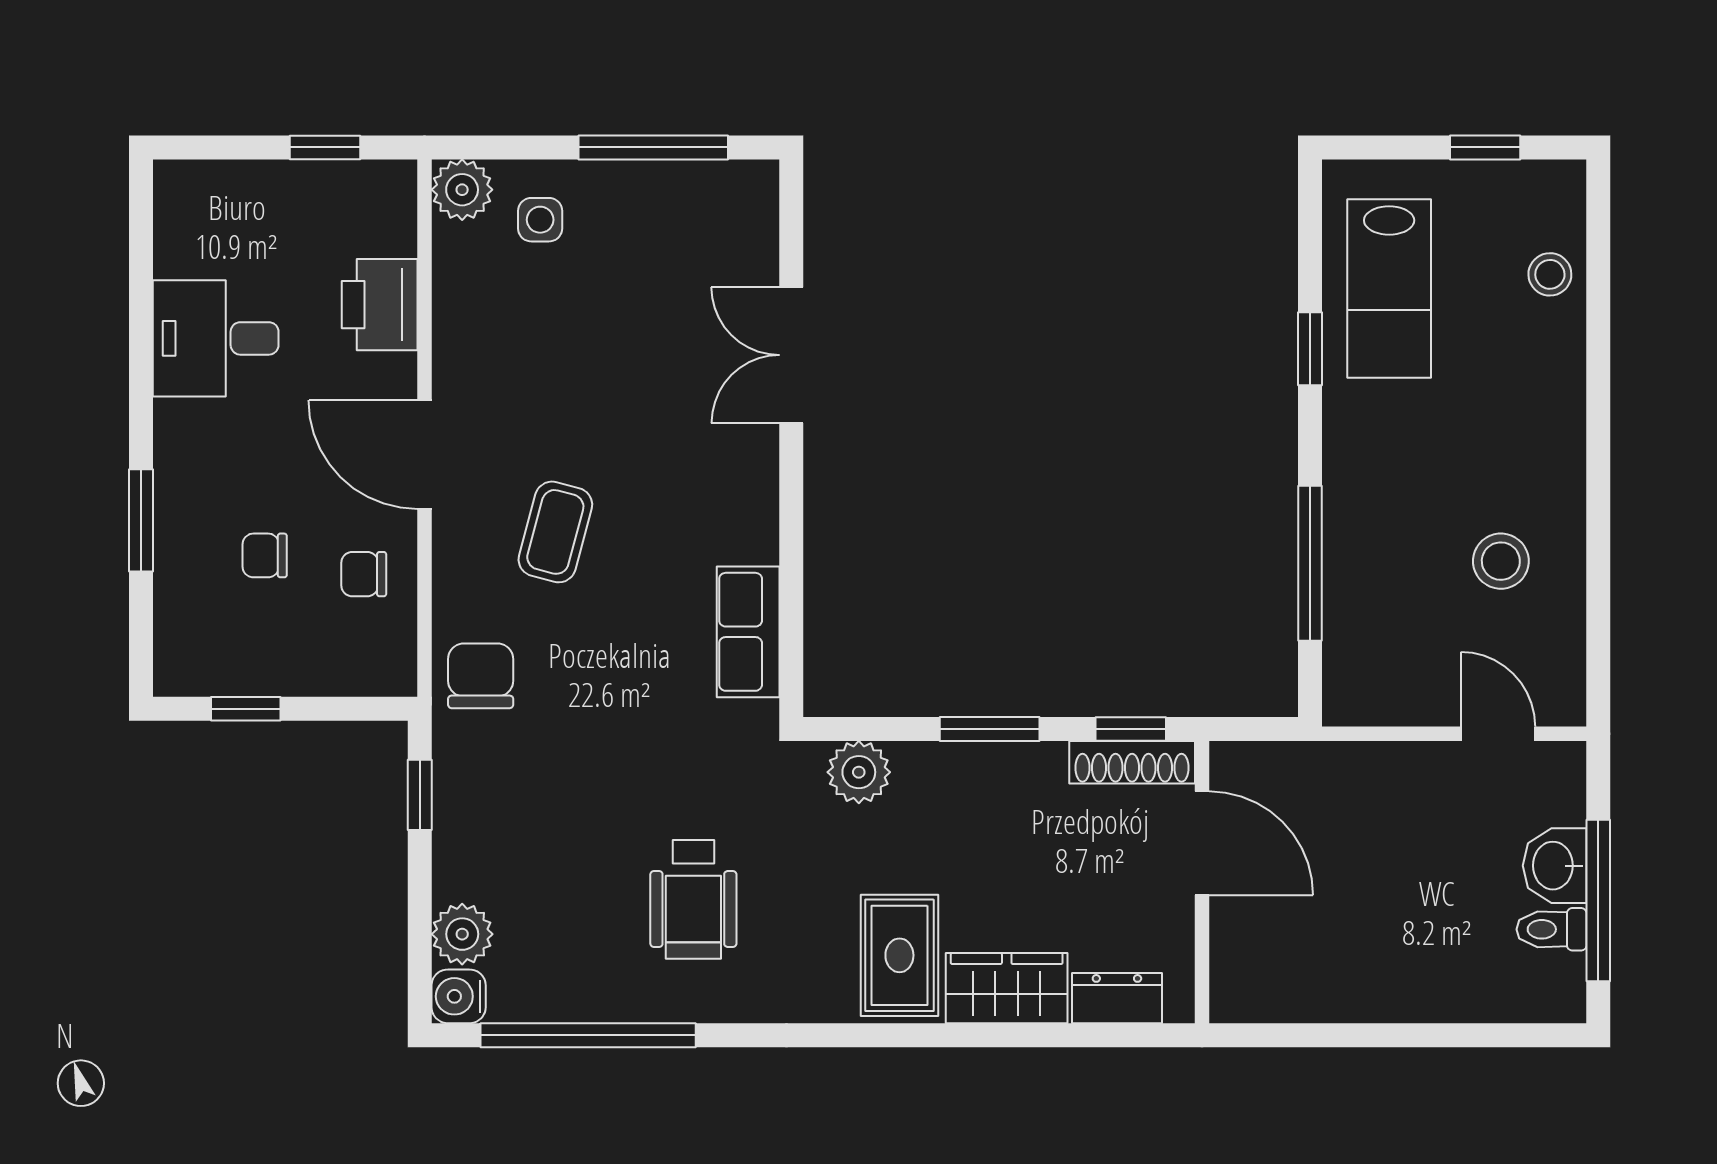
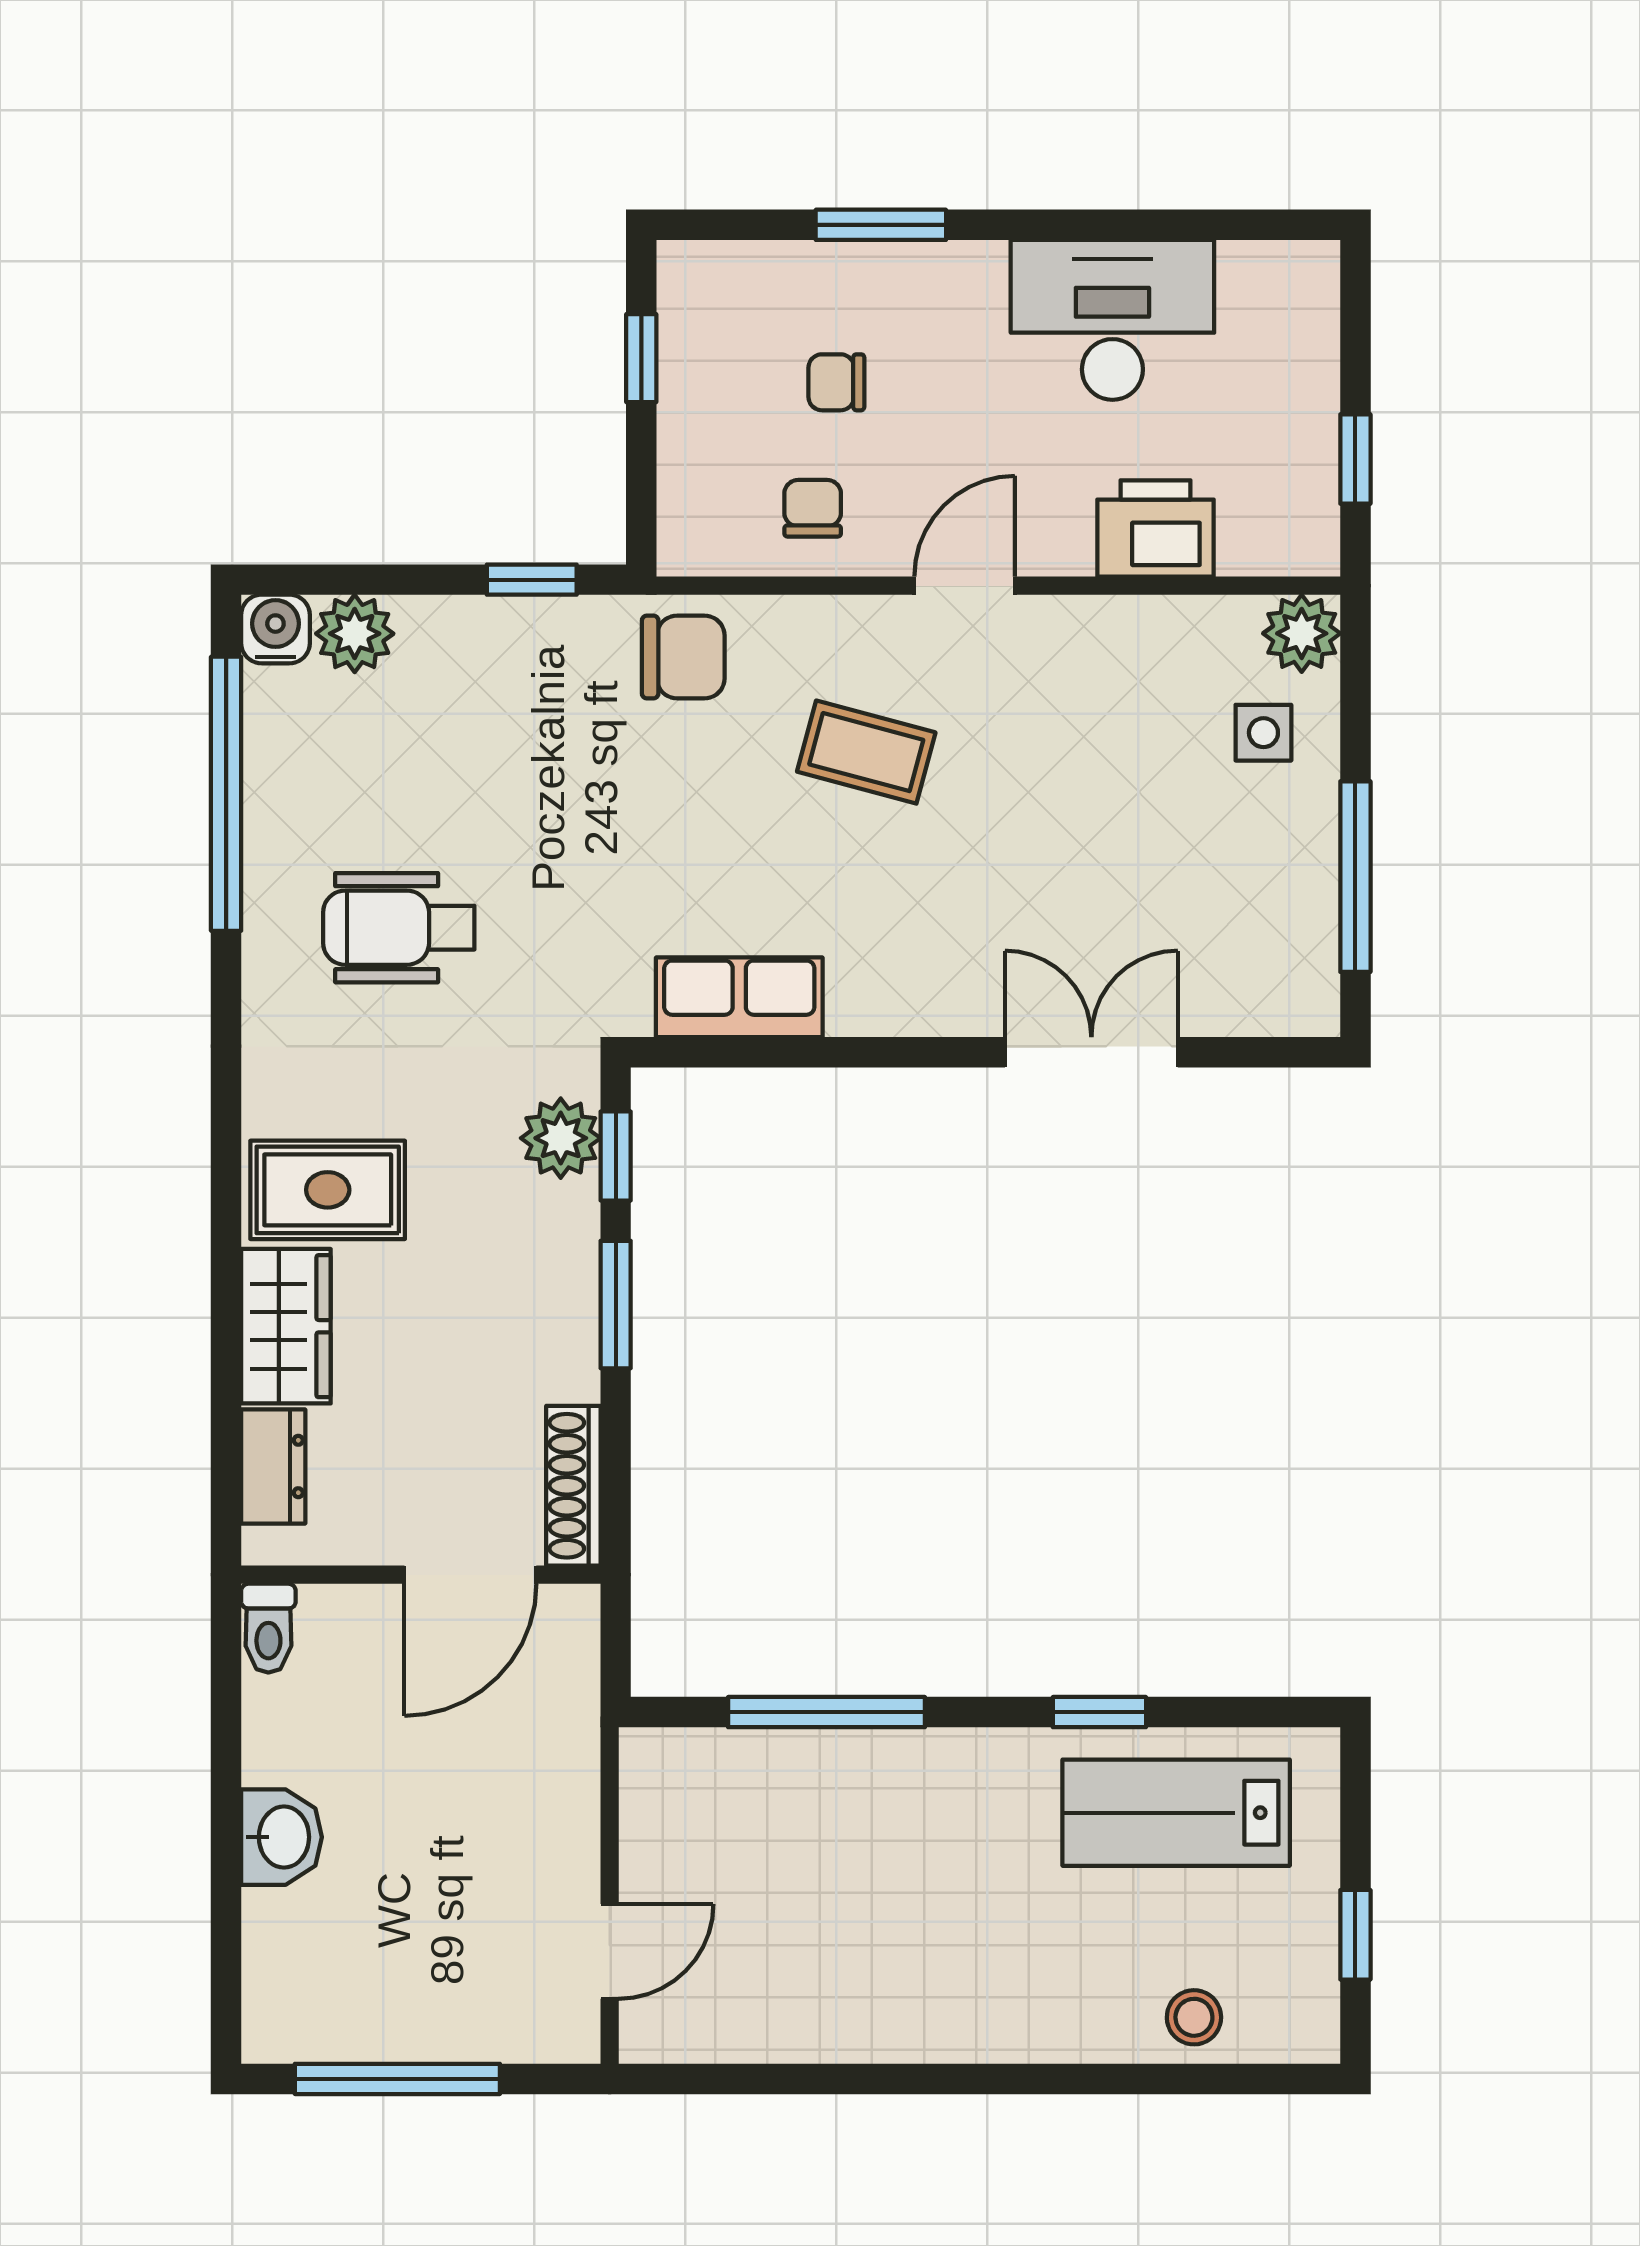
desk: (216, 338) -> (1112, 320), width x1.37
door: (425, 455) -> (965, 586), width x0.73
chair: (265, 555) -> (836, 382), turned -90
stool: (1501, 561) -> (829, 1955), removed
window: (1131, 729) -> (616, 1156), moved
washbasin: (1555, 866) -> (282, 1837), moved, turned 90
toilet: (1552, 929) -> (268, 1628), moved, turned 180

